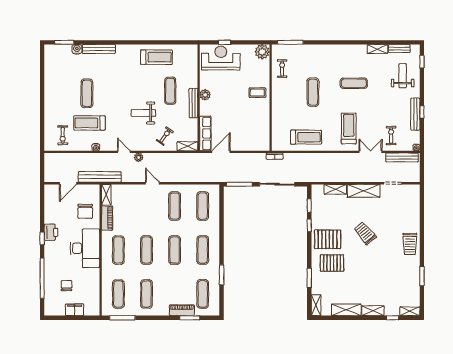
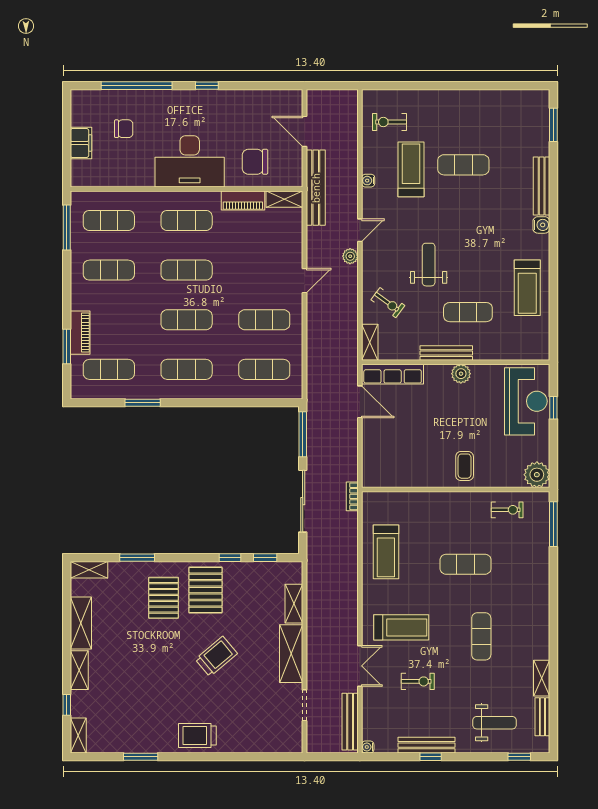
water cooler: (77, 49) -> (541, 225), moved
exercise bike: (391, 135) -> (418, 681), moved
printer: (51, 232) -> (218, 101), removed

